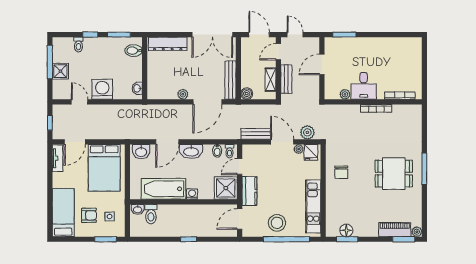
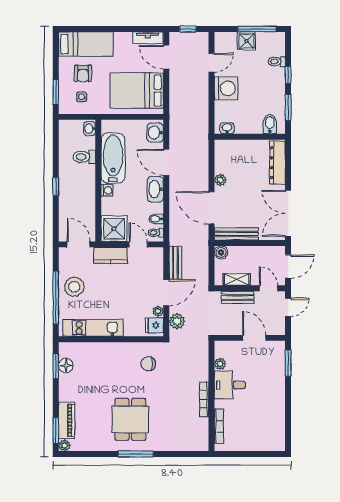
chair: (341, 172) -> (148, 364), moved
toilet: (151, 214) -> (84, 157), moved

